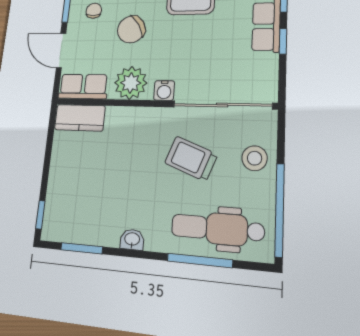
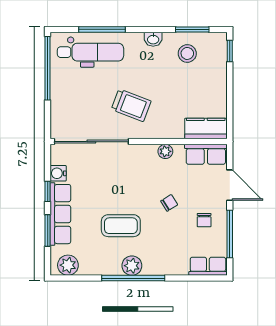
chair: (131, 29) -> (169, 203), width x0.54, depth x0.54
plant: (131, 83) -> (165, 151), width x0.53, depth x0.53
water cooler: (164, 90) -> (58, 173), moved, turned -90
stool: (255, 158) -> (187, 53), moved
trolley: (191, 159) -> (131, 105), moved

